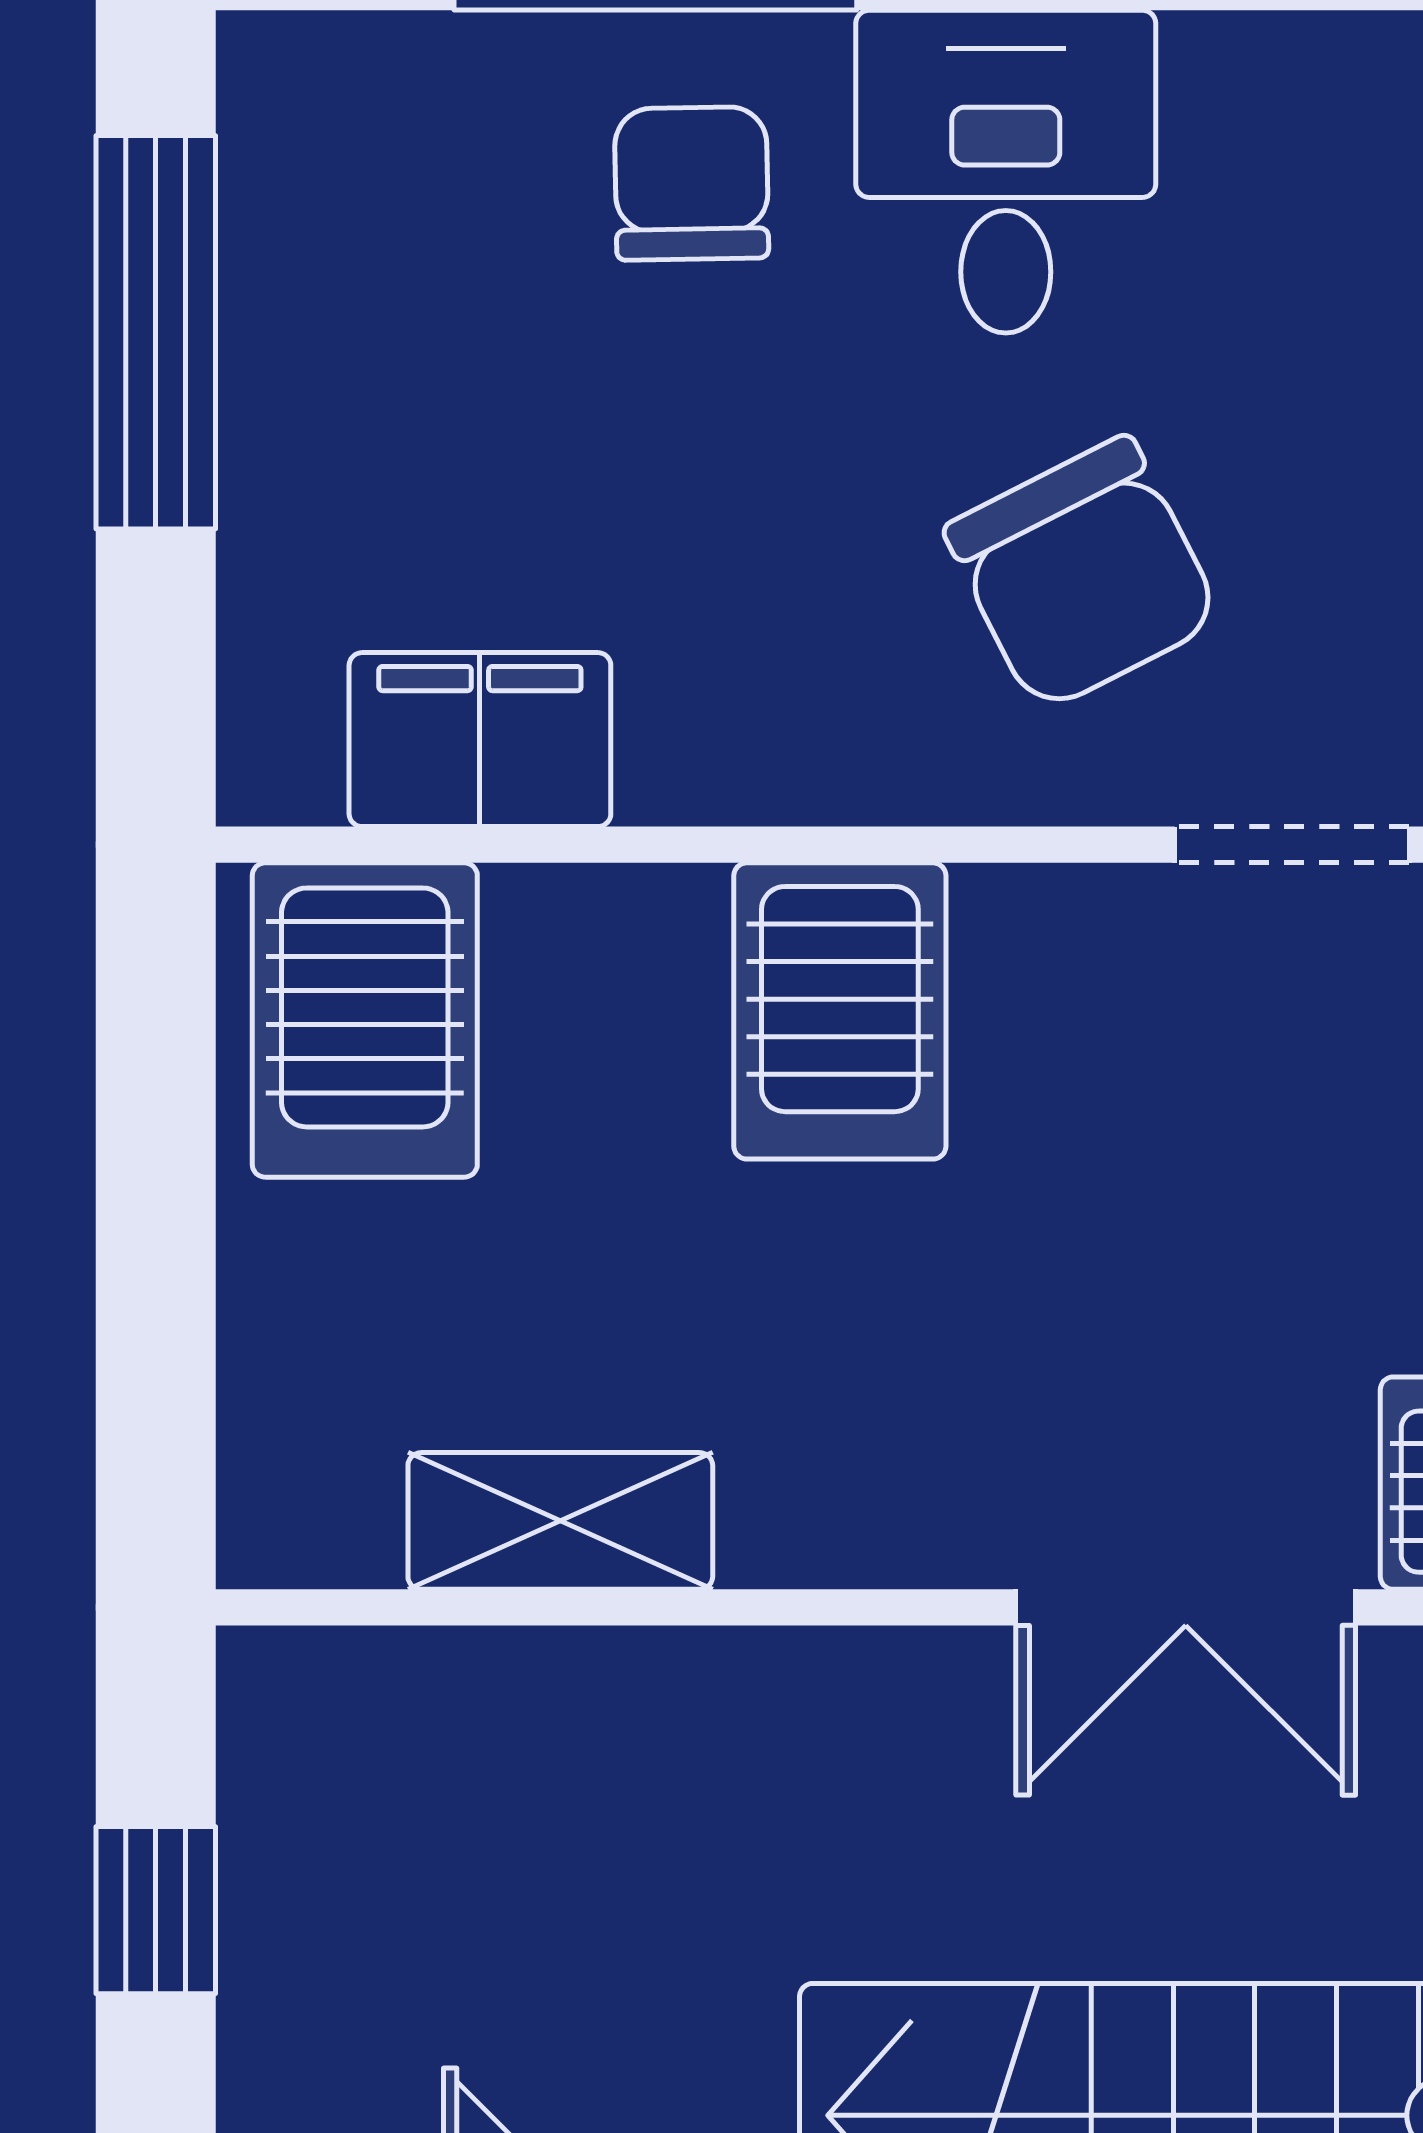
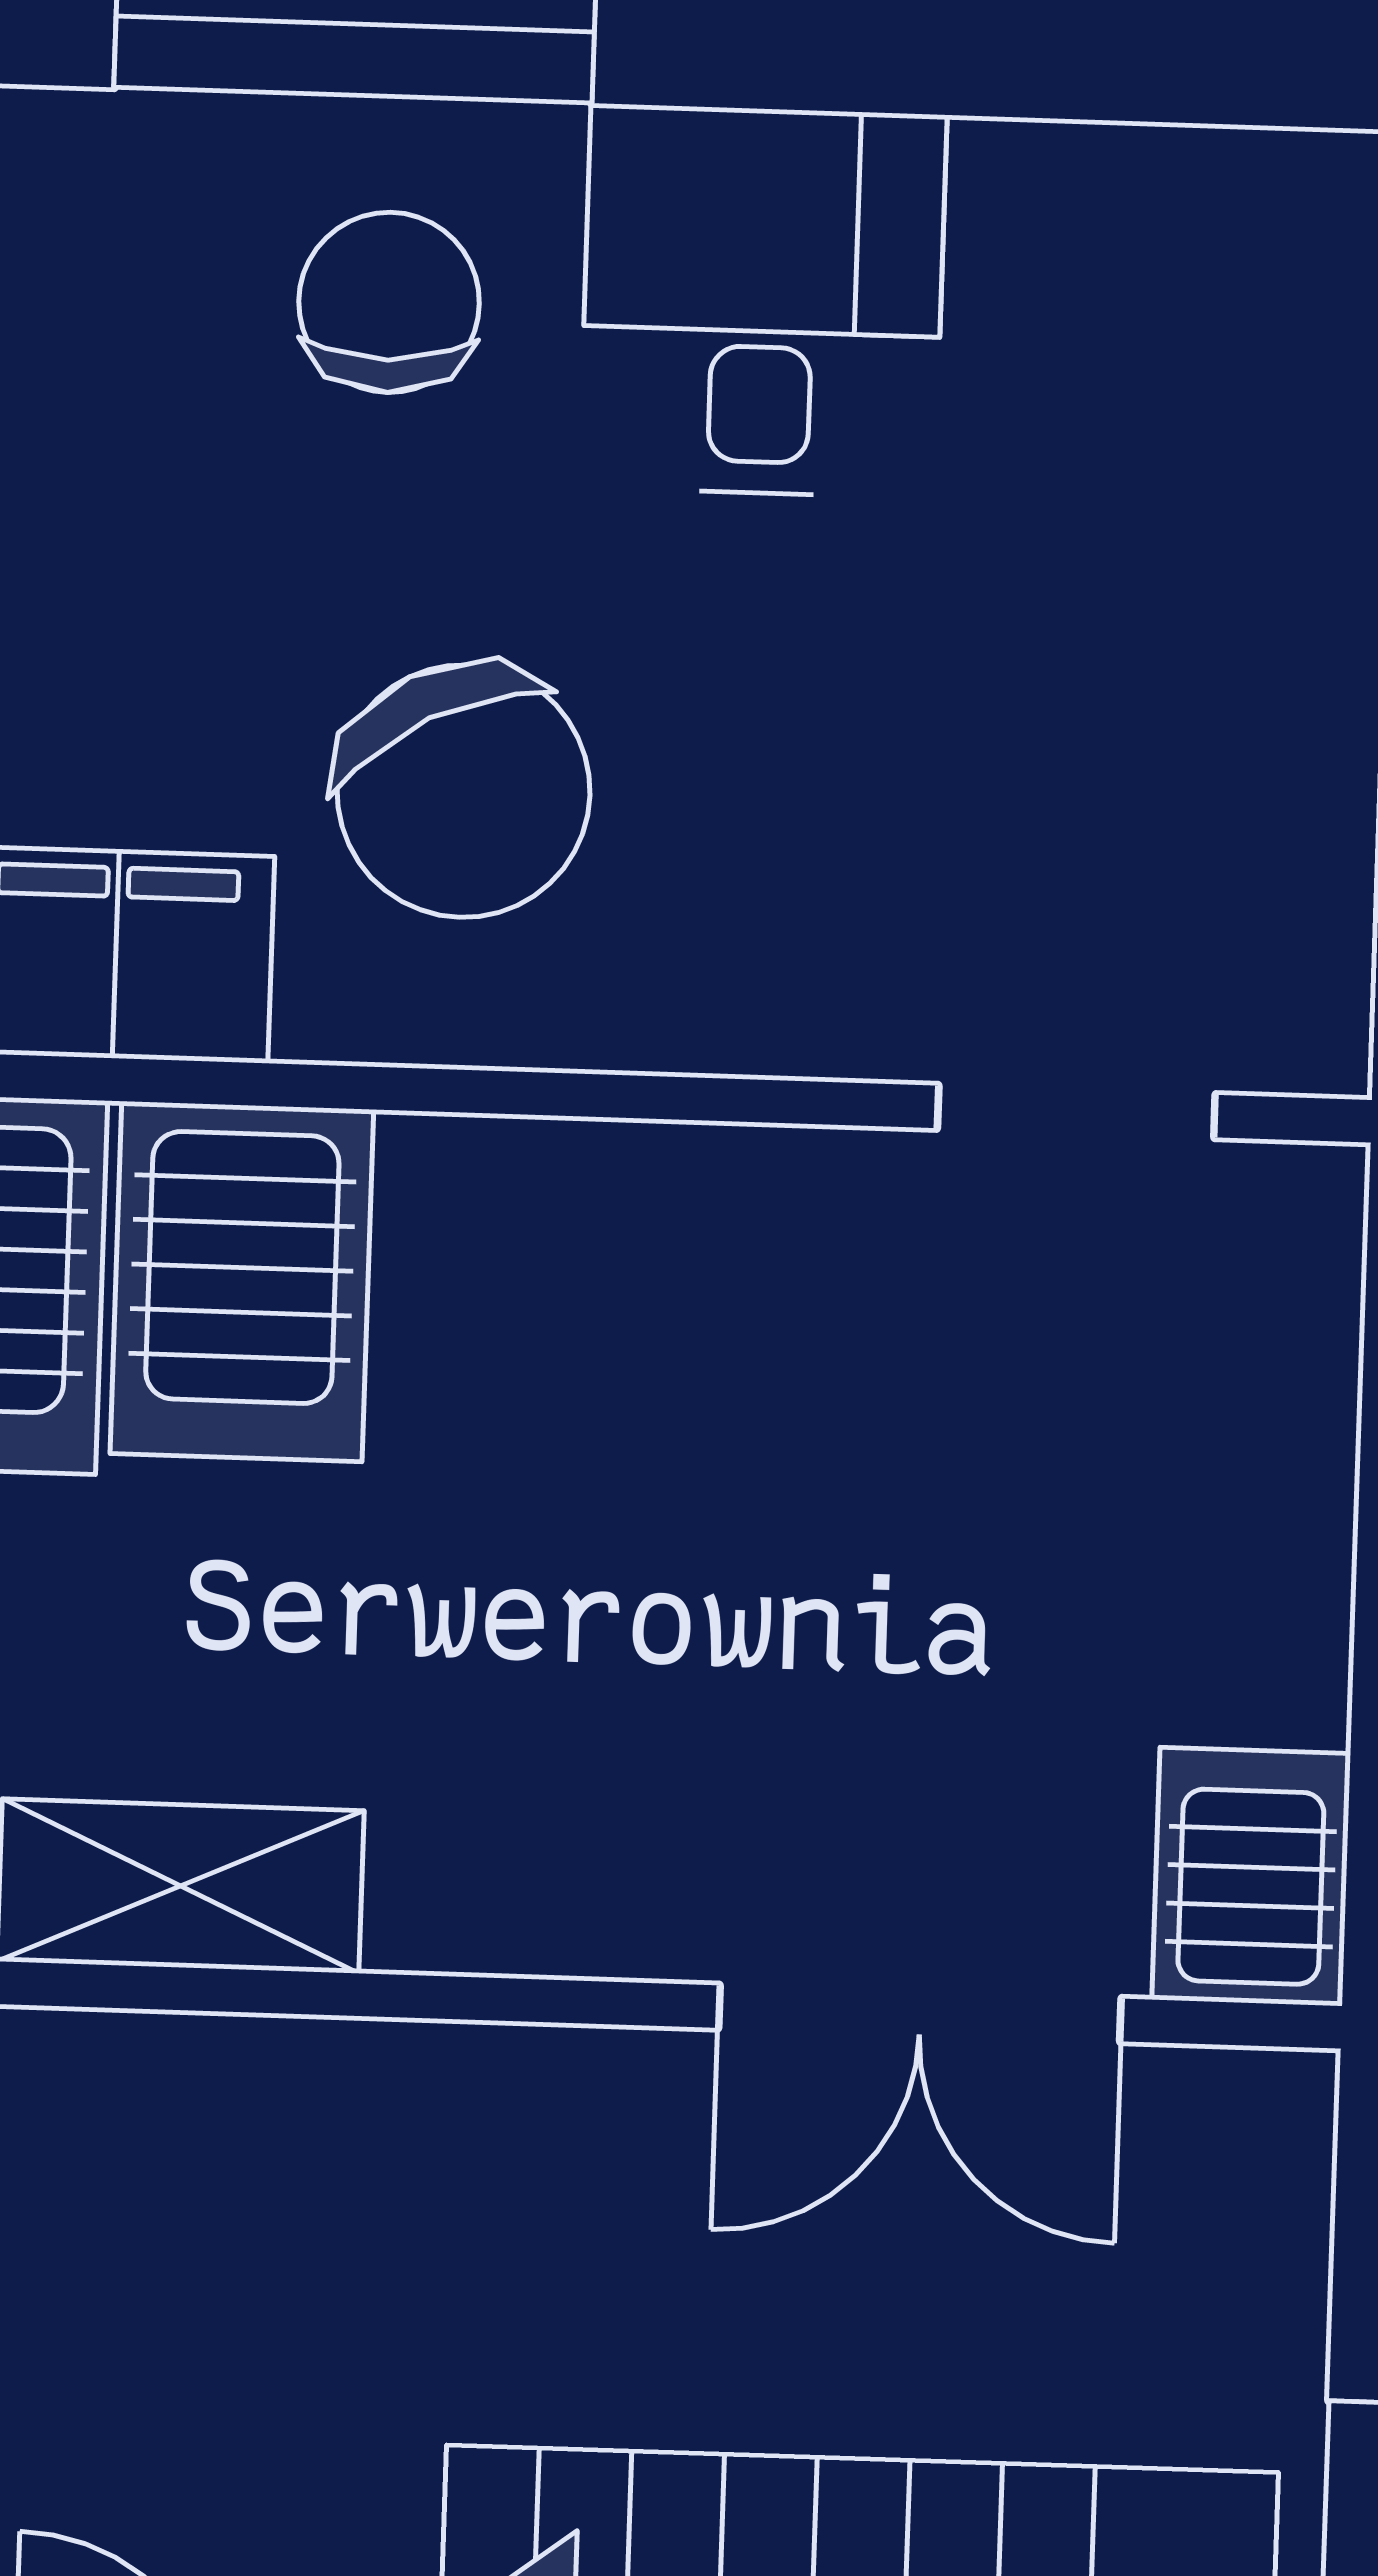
chair: (1083, 574) -> (464, 791), moved
server rack: (840, 1011) -> (242, 1282), moved

